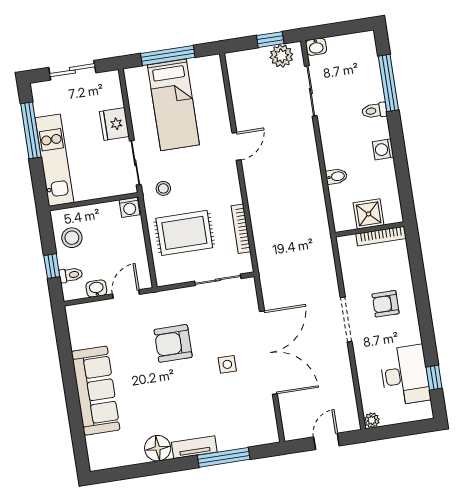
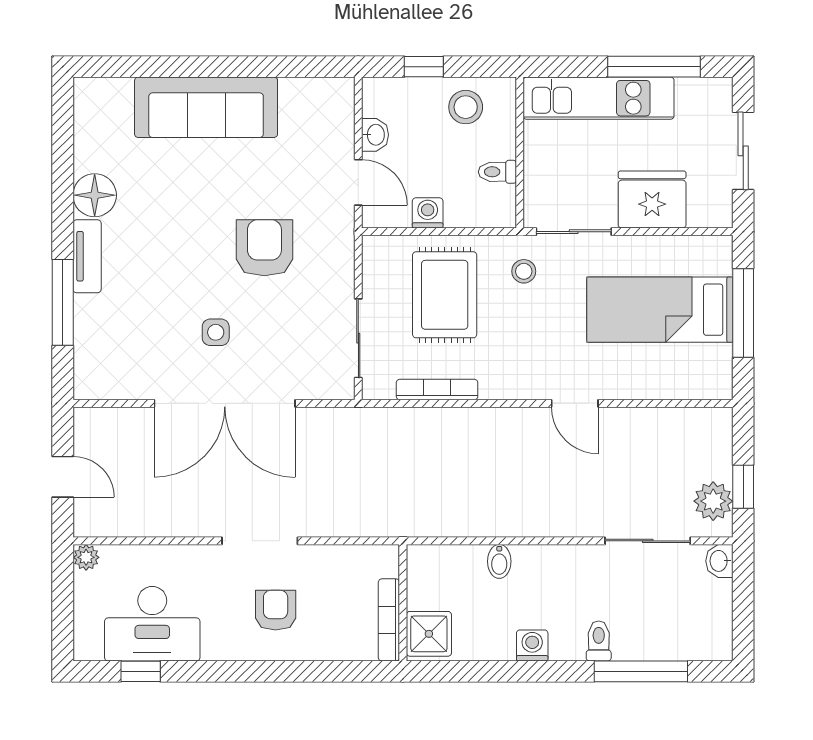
fridge: (114, 124) -> (652, 199), width x1.36, depth x1.34
washing machine: (129, 207) -> (428, 213), moved, turned 90
shower: (369, 214) -> (429, 634), moved
toilet: (71, 275) -> (497, 172), moved, turned 90

